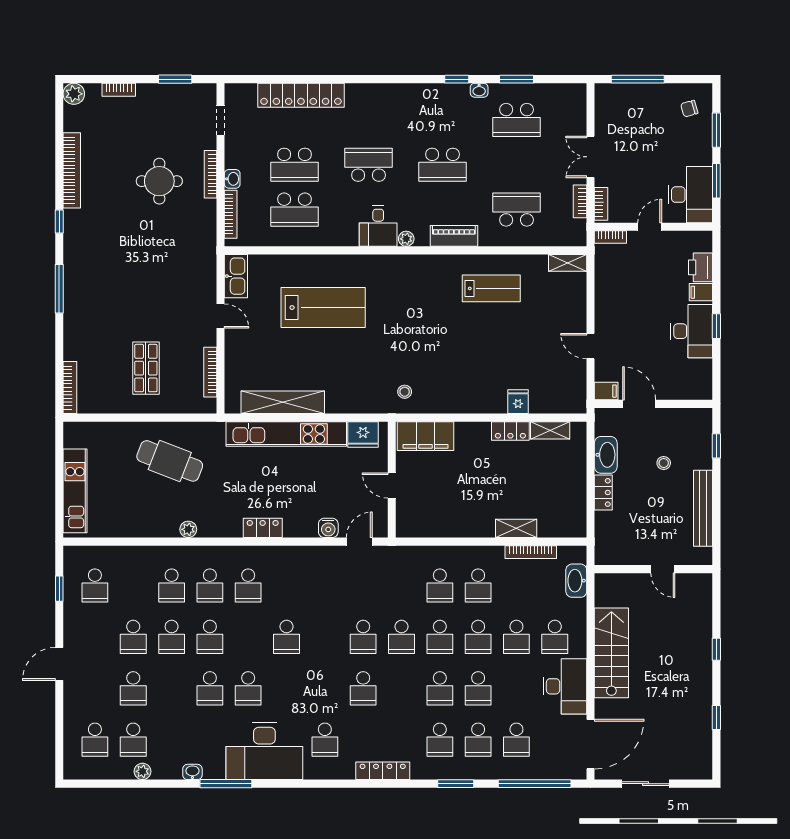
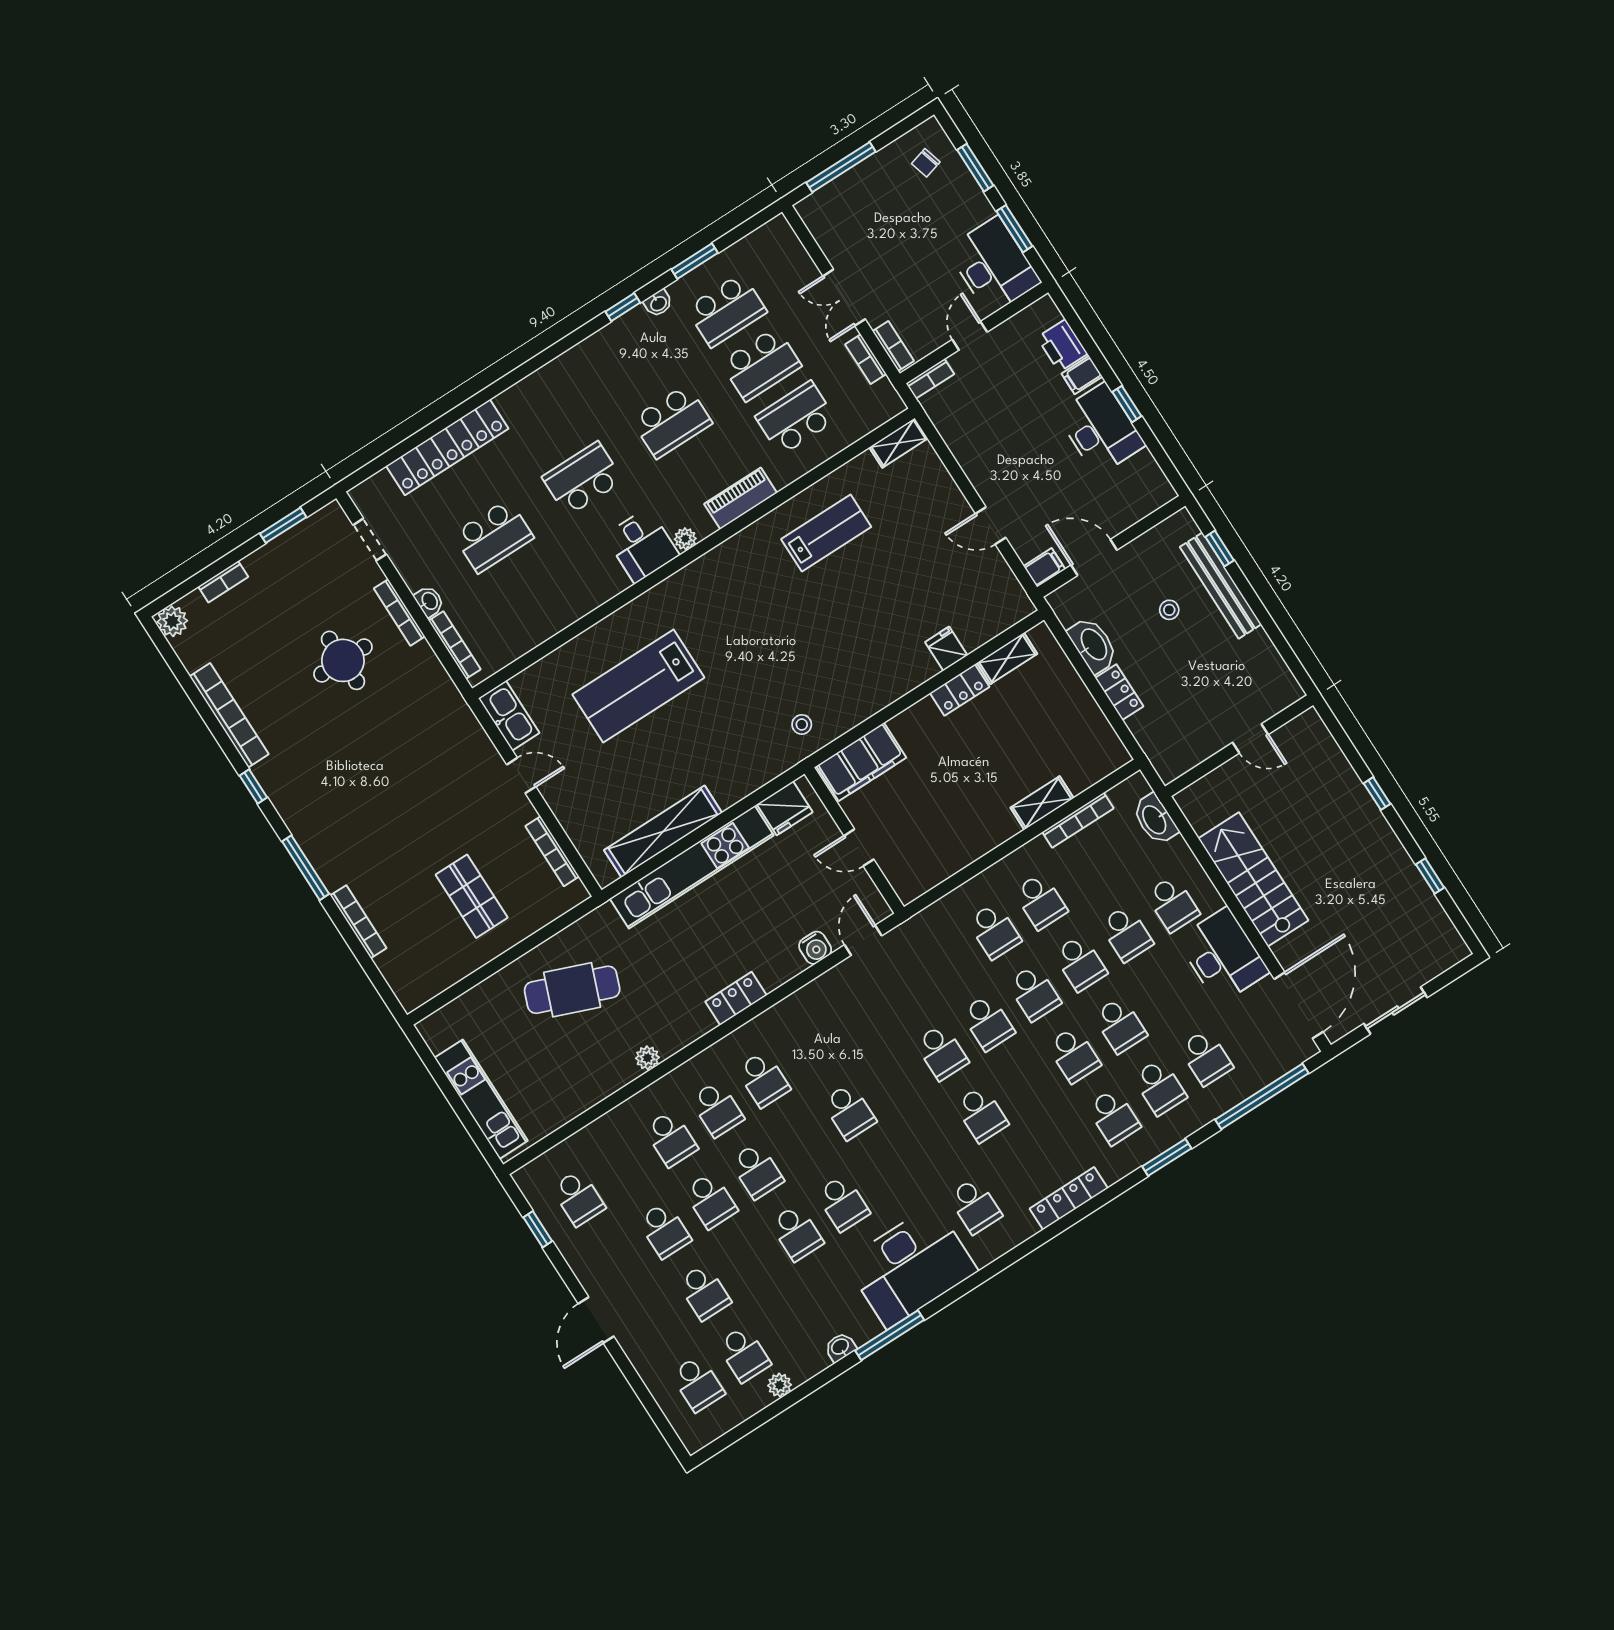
school desk: (294, 210) -> (761, 364), moved
lab bench: (323, 308) -> (638, 686), turned 180
bookcase: (70, 388) -> (358, 922), moved
bench: (703, 508) -> (1221, 586), moved

